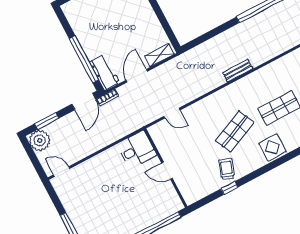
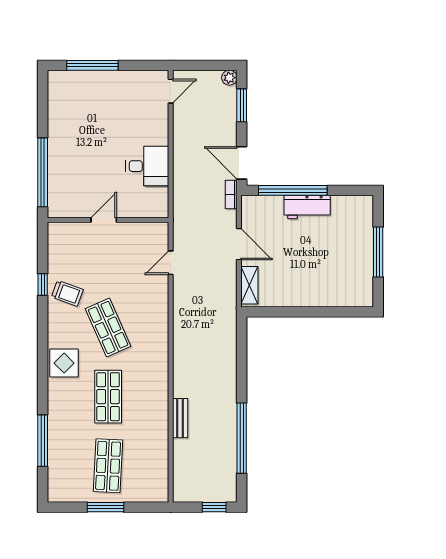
bench: (238, 71) -> (180, 418), moved
workbench: (104, 72) -> (307, 207), moved
plant: (40, 140) -> (229, 78), width x0.53, depth x0.53
desk: (137, 150) -> (147, 166), moved, turned -90

